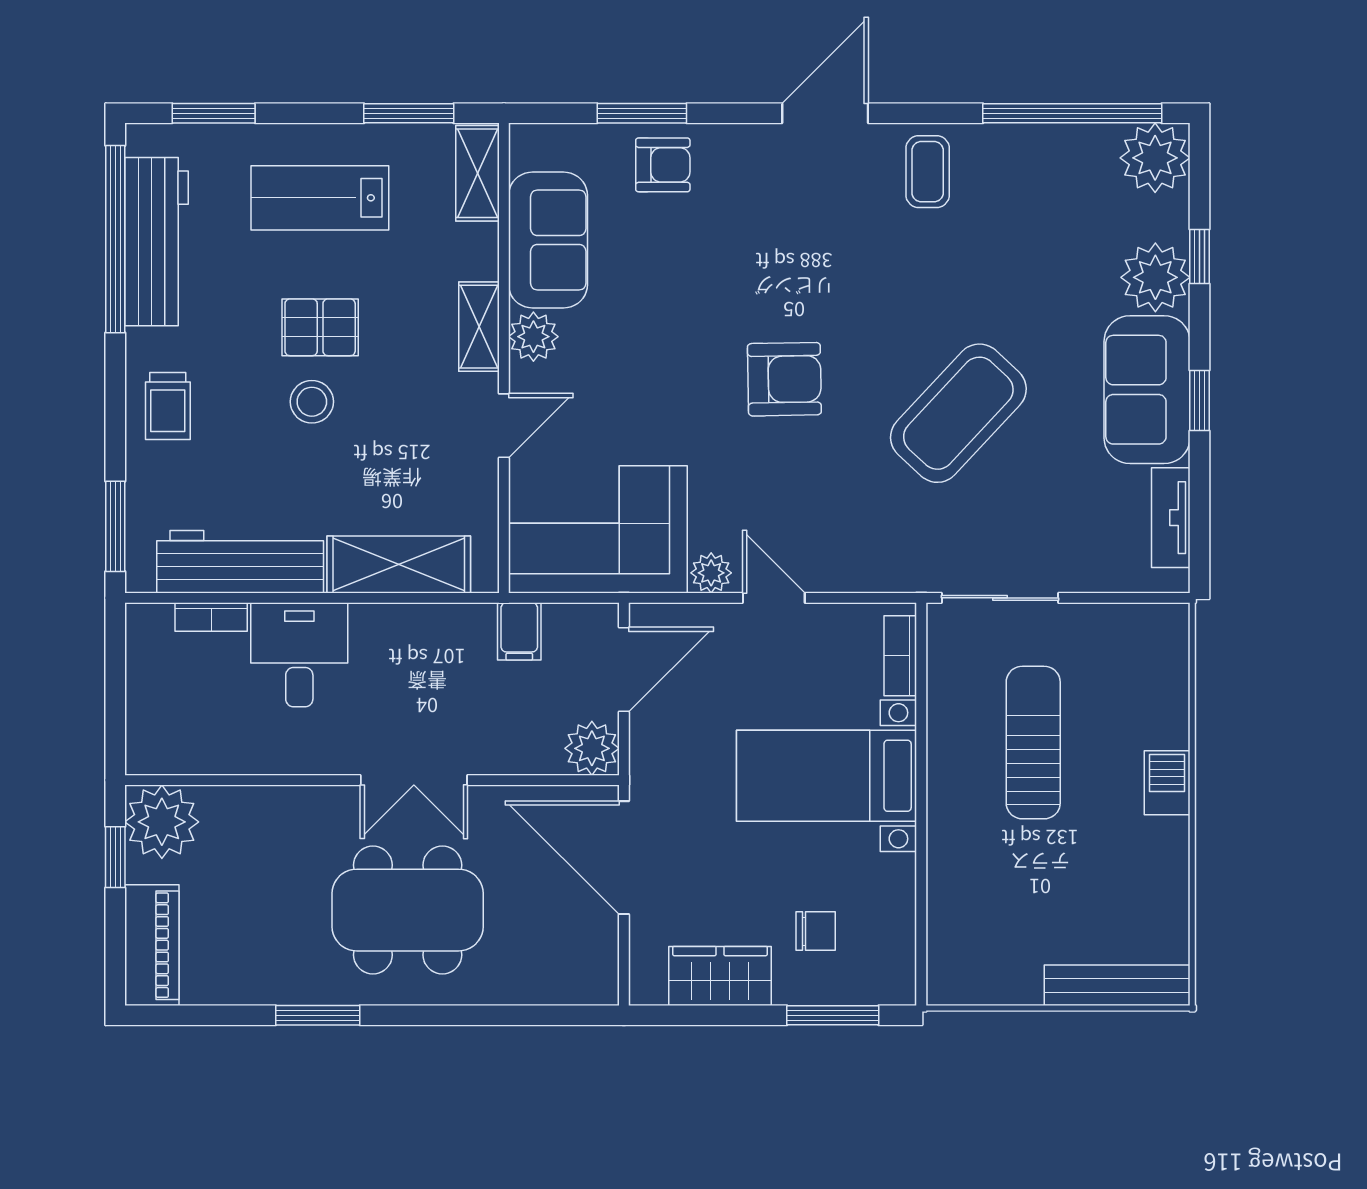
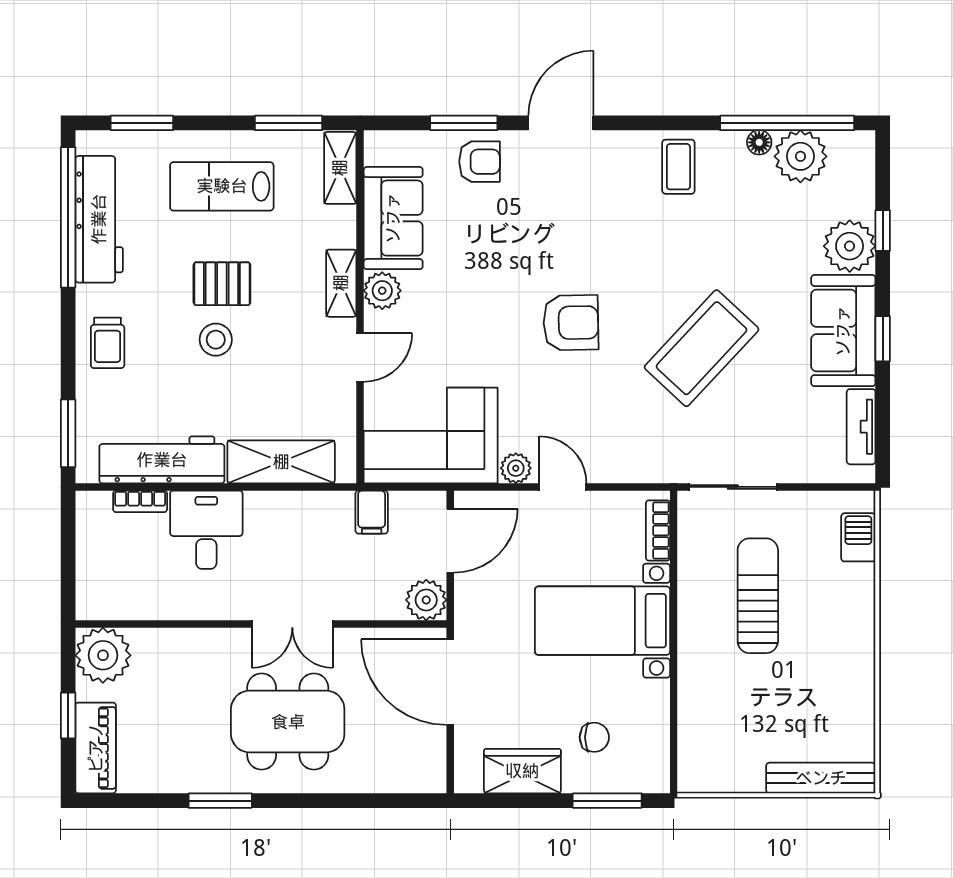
door: (825, 113) -> (561, 123), moved
floor lamp: (1035, 139) -> (759, 142), added
plant: (1155, 158) -> (800, 156), moved
barbecue: (1167, 783) -> (858, 537), moved
window: (115, 857) -> (68, 715), moved

